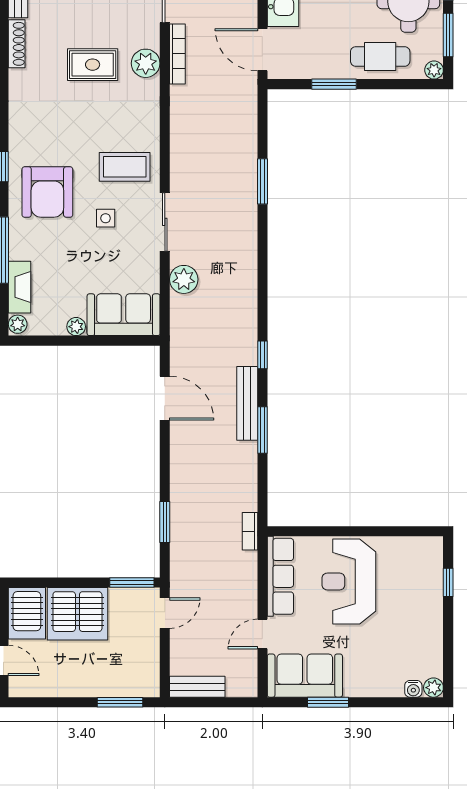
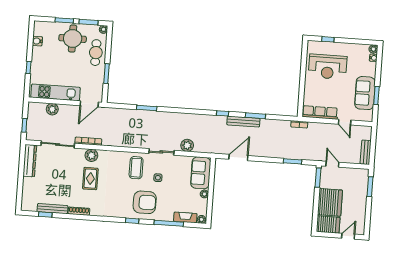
reception desk: (349, 582) -> (328, 67), moved
sofa: (305, 676) -> (365, 93), moved

